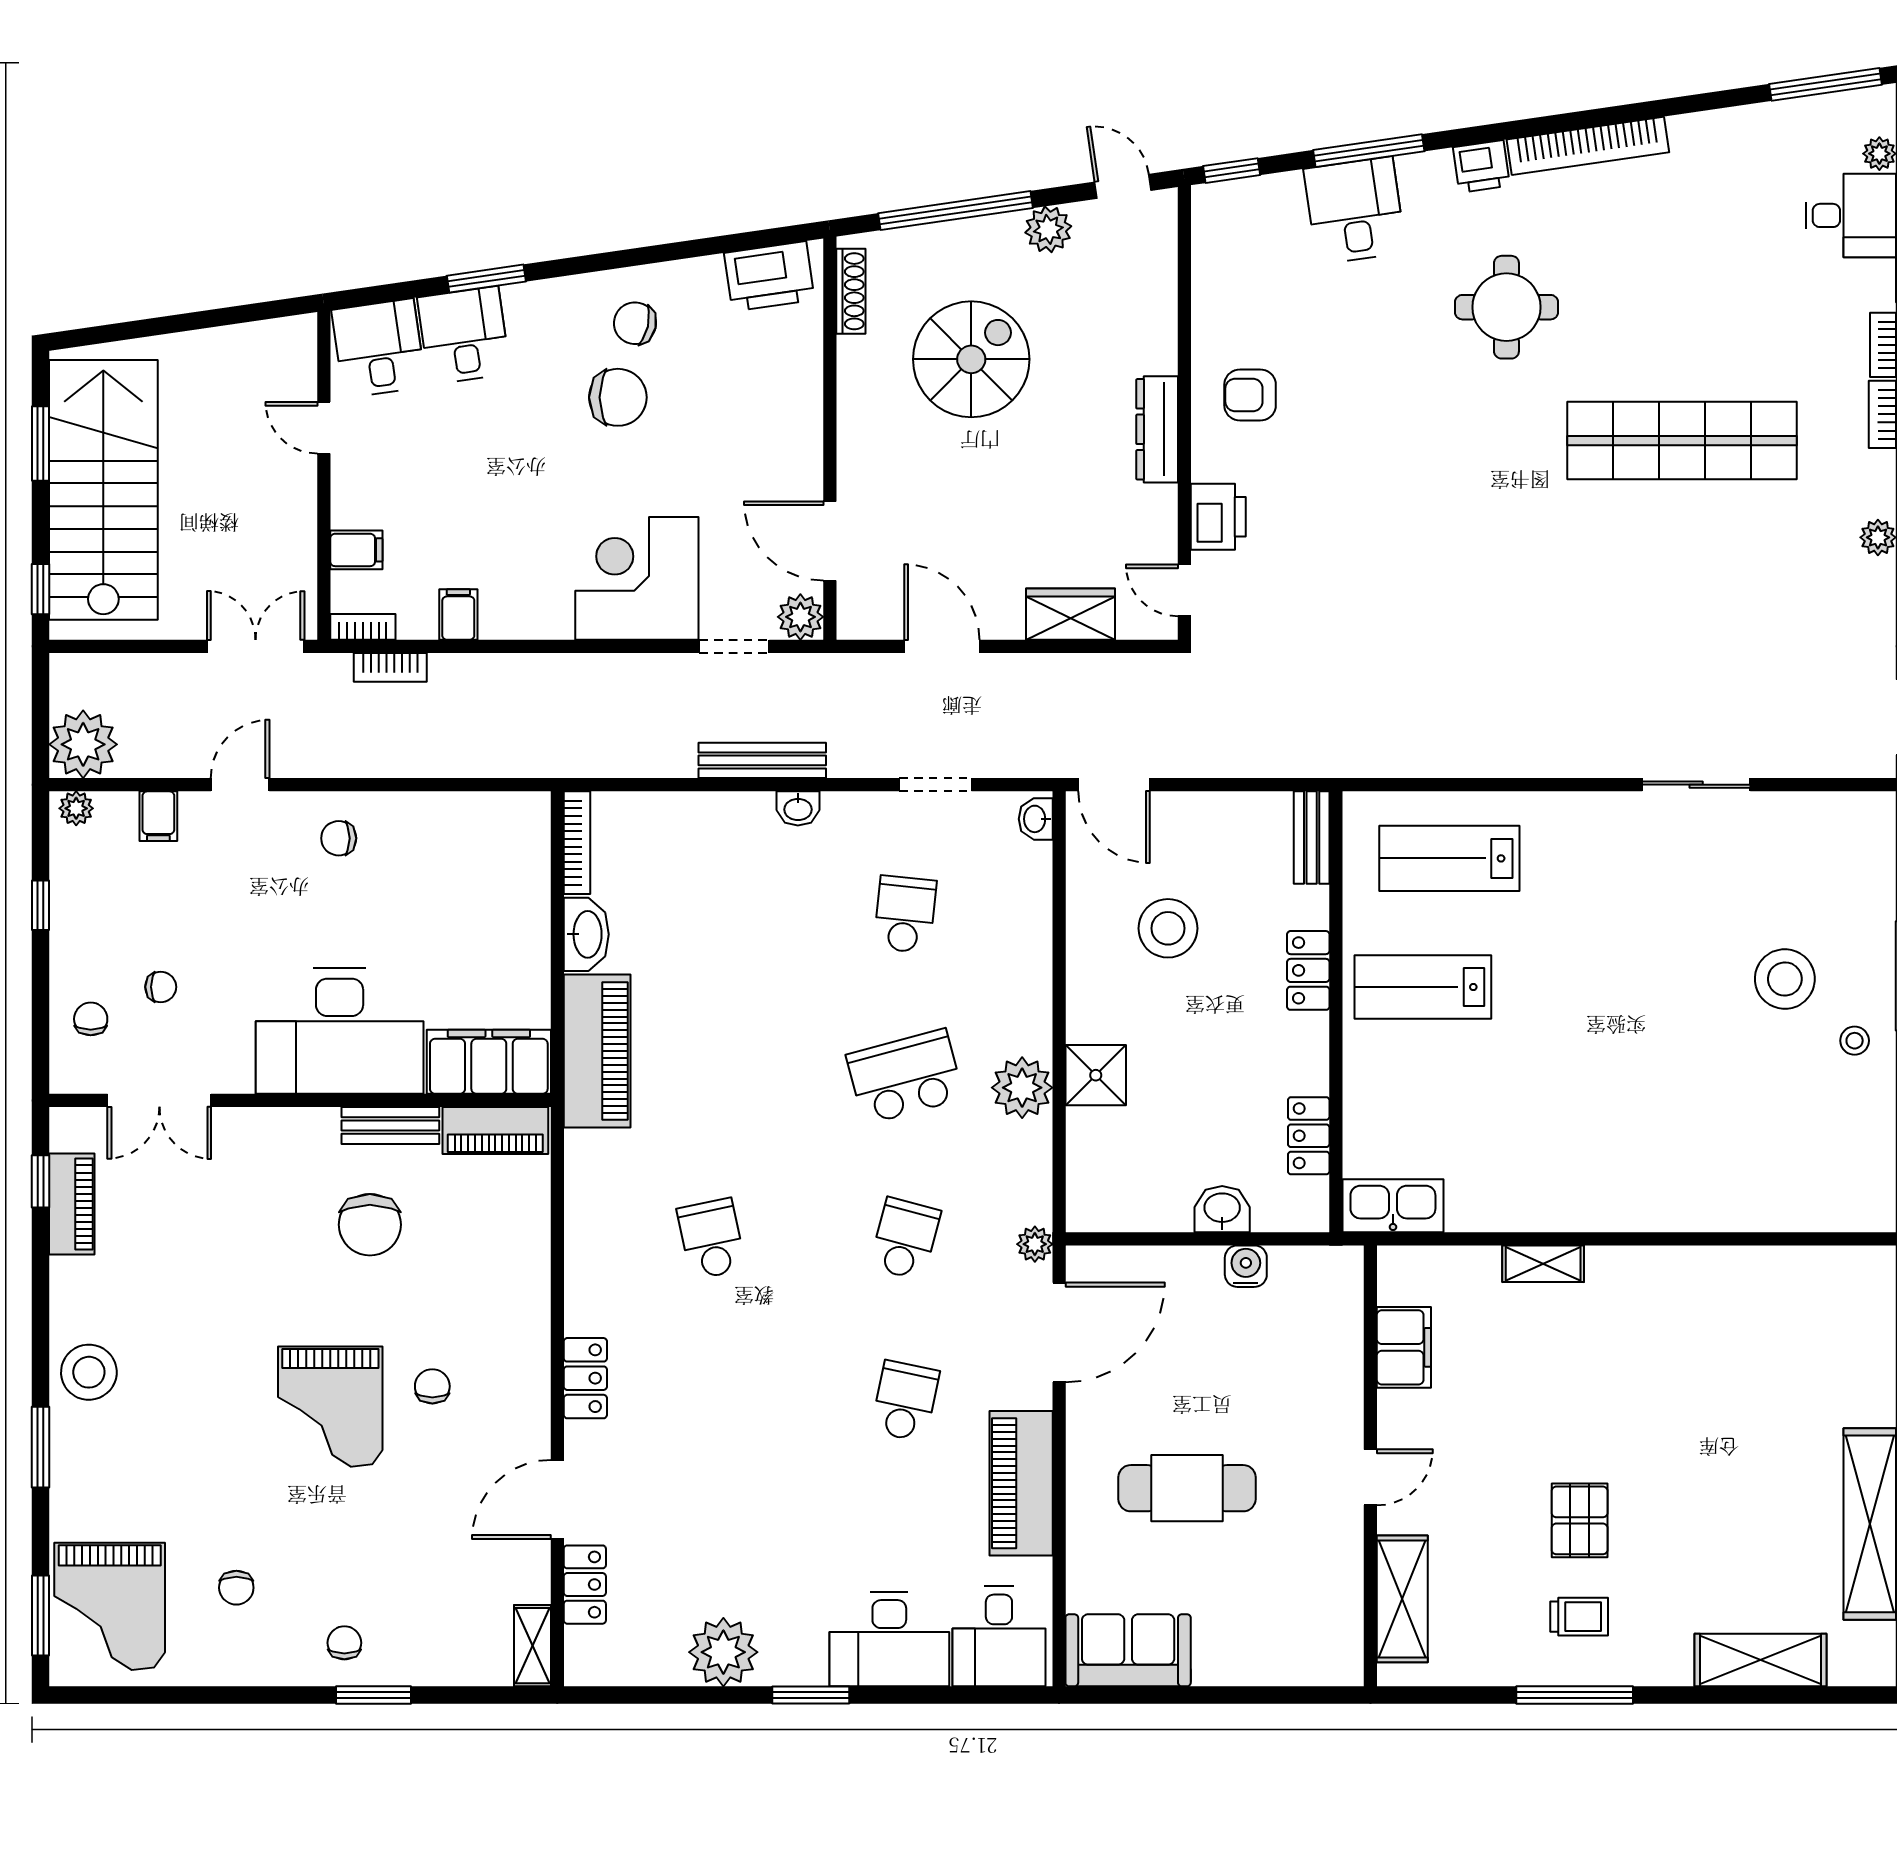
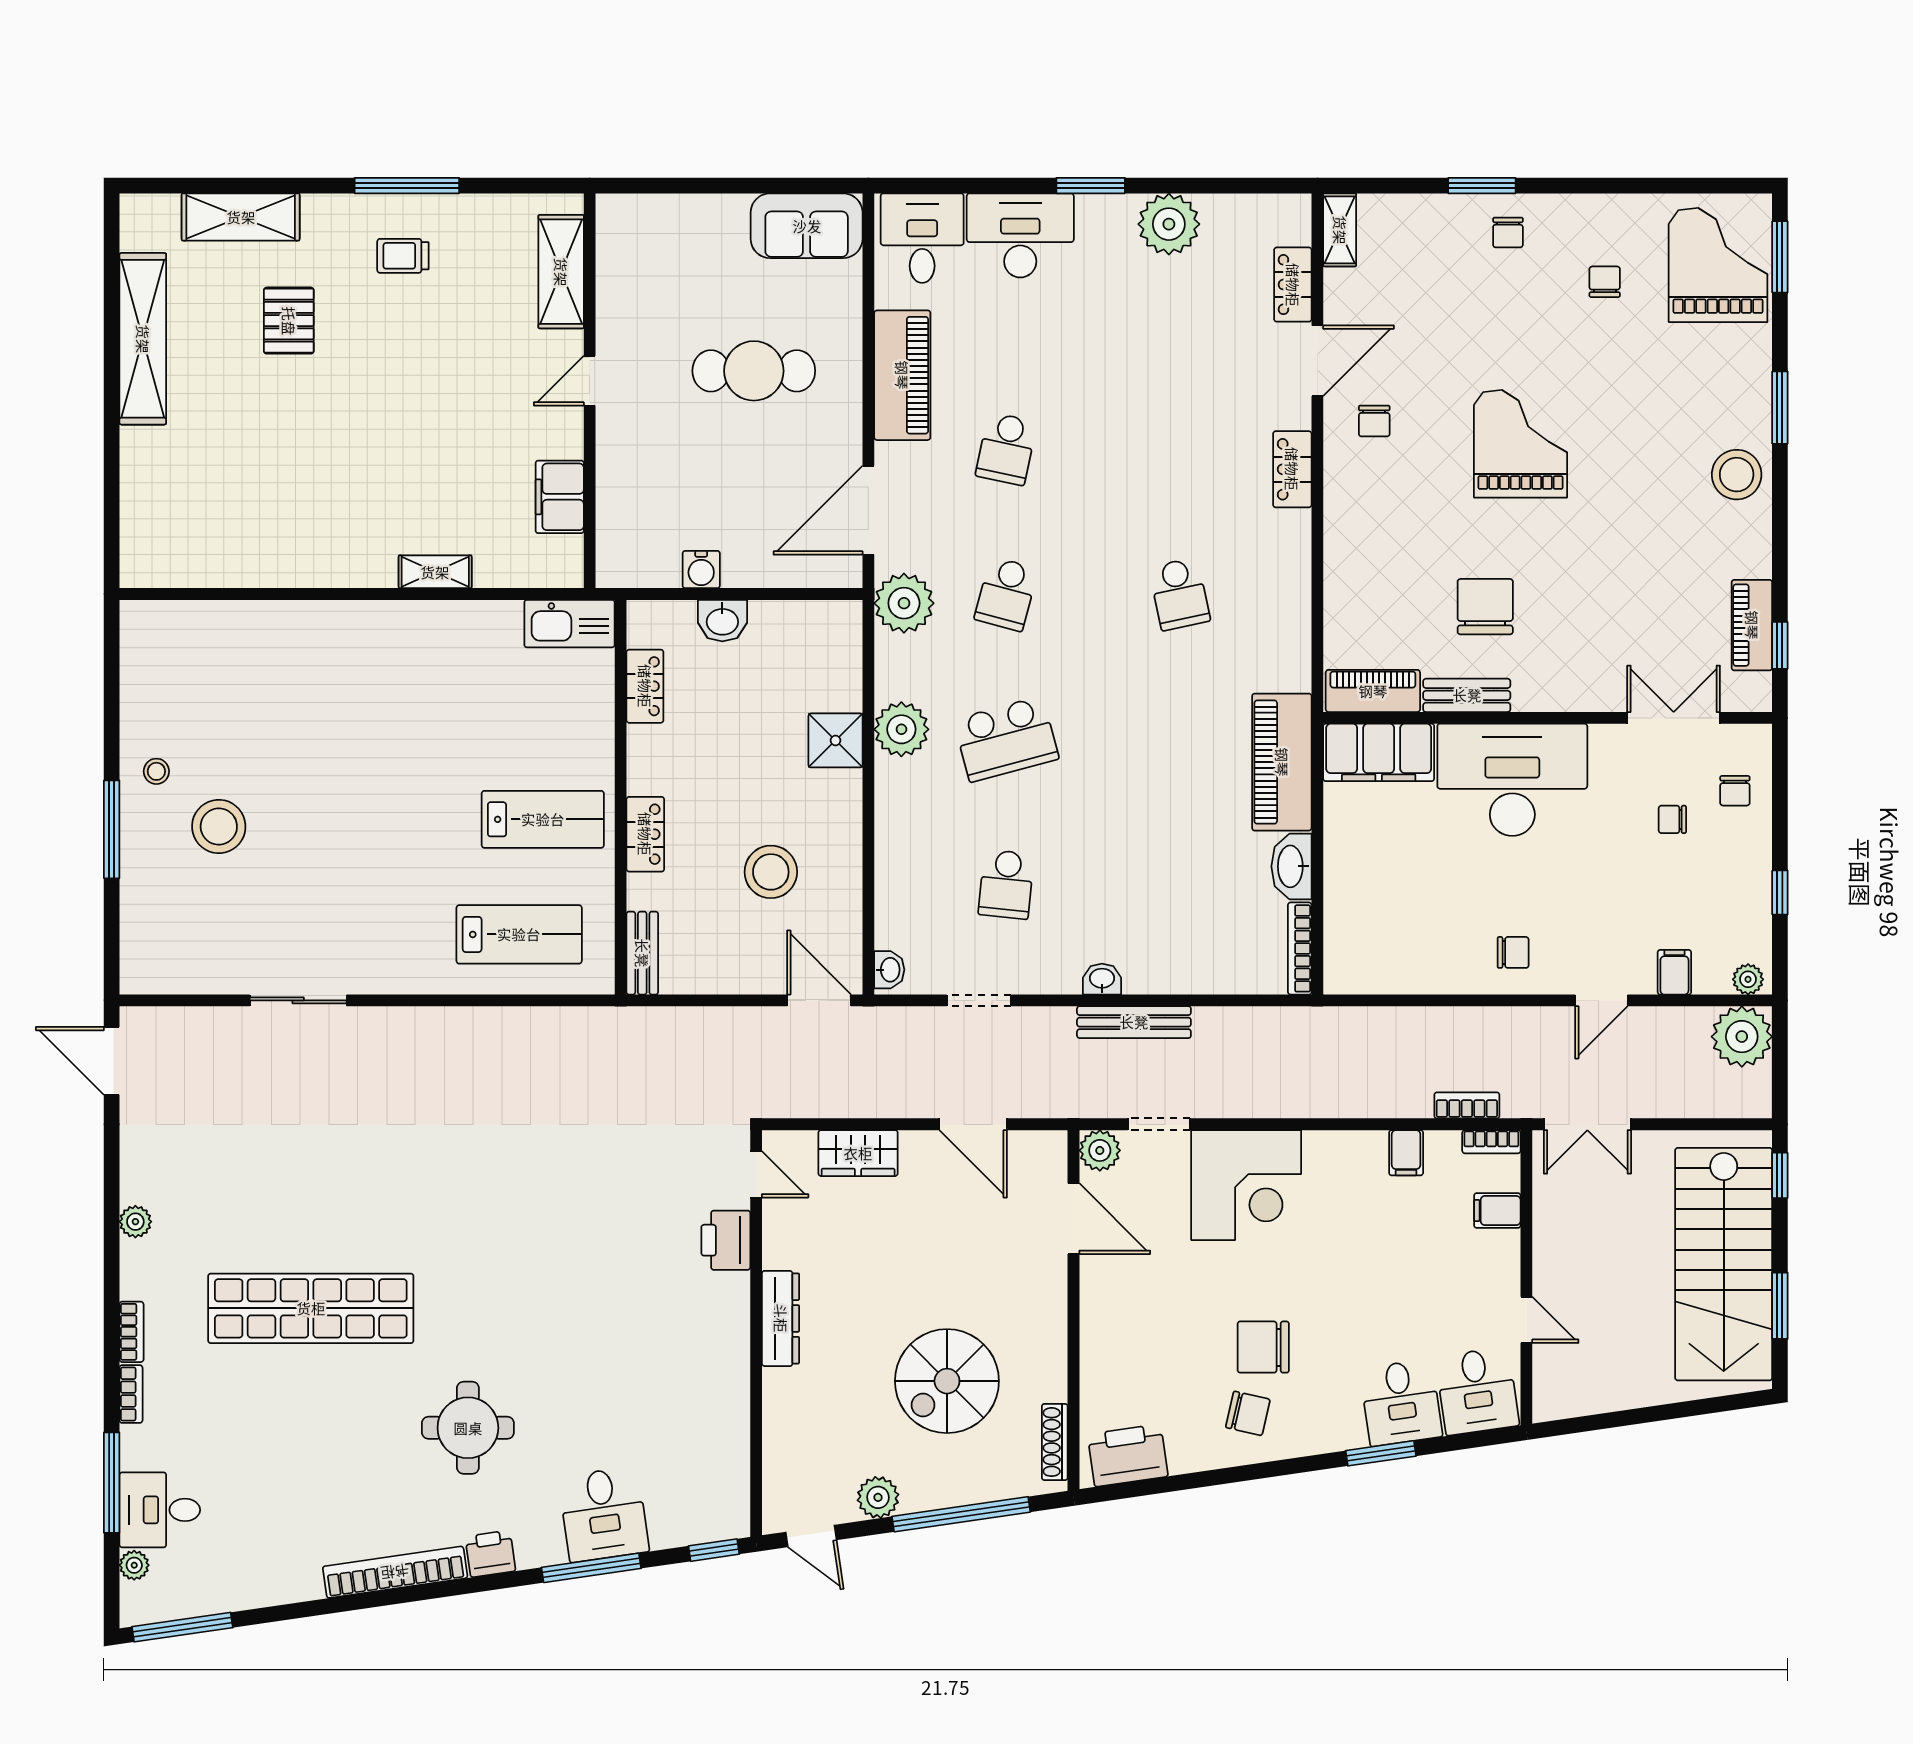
armchair: (1250, 395) -> (697, 1349), removed
plant: (1035, 1244) -> (904, 603), width x1.87, depth x1.87
chair: (432, 1386) -> (1374, 421), moved
pallet: (1580, 1520) -> (289, 321), moved

